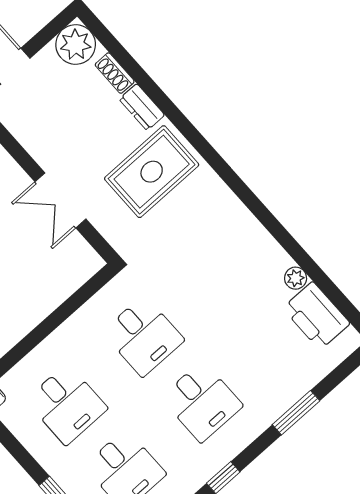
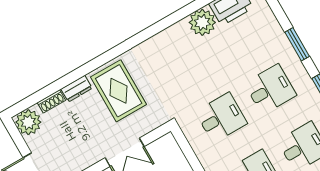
plant: (296, 278) -> (202, 22), width x1.88, depth x1.88
window: (296, 413) -> (297, 44), moved

